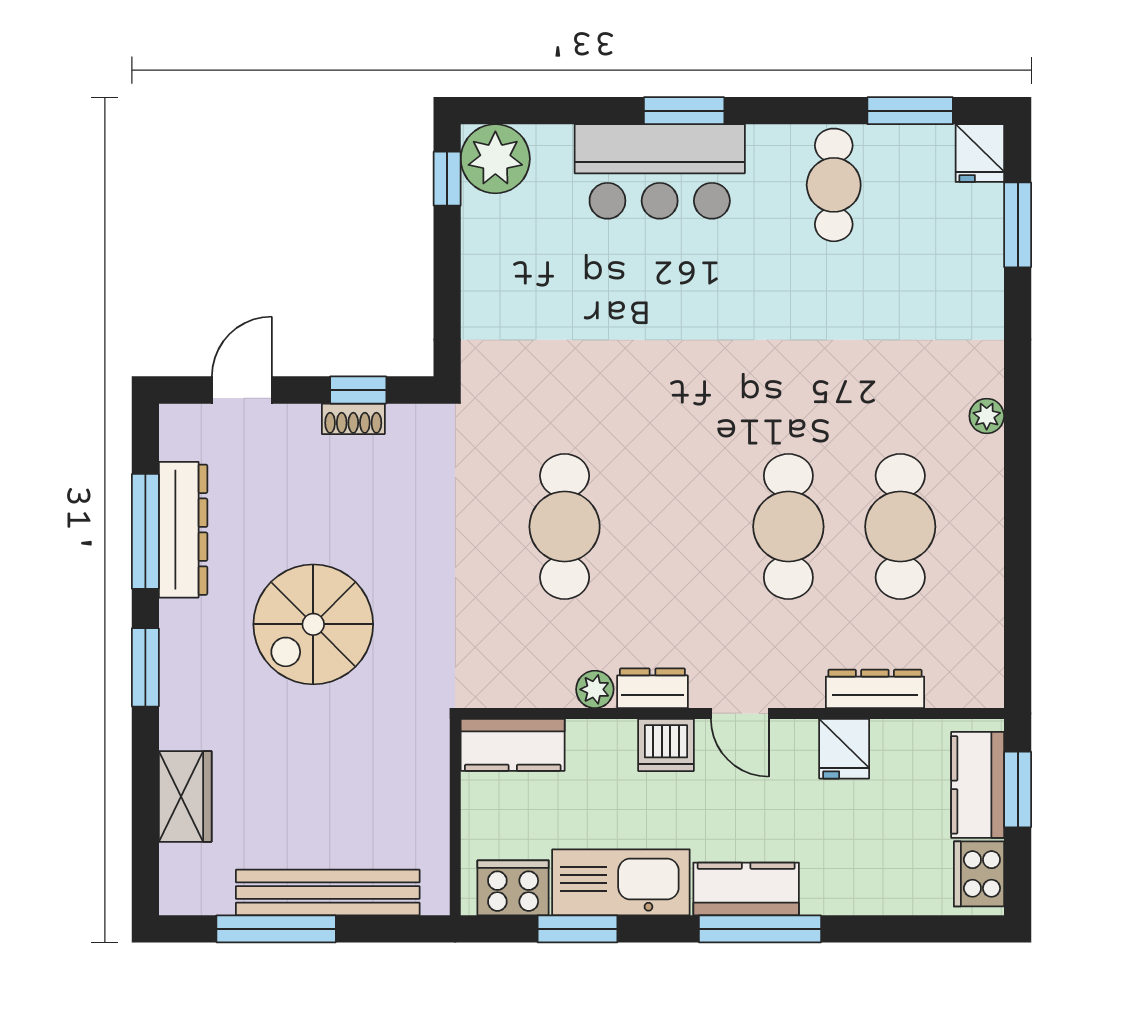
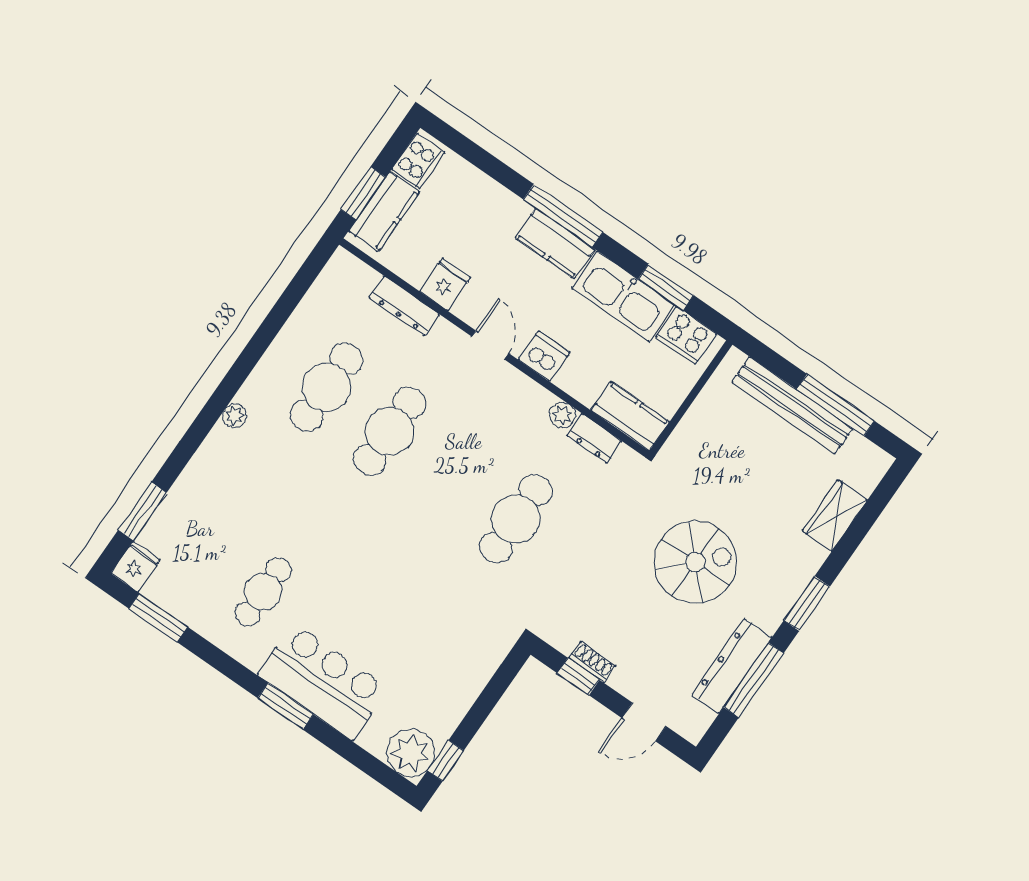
cafe table: (834, 185) -> (263, 592), moved
dresser: (652, 688) -> (594, 438), moved

